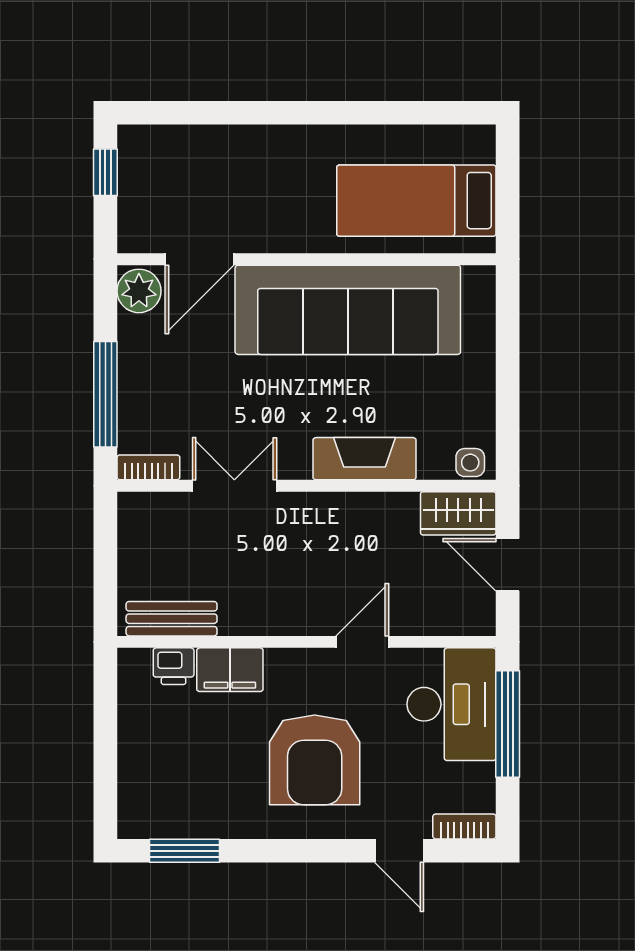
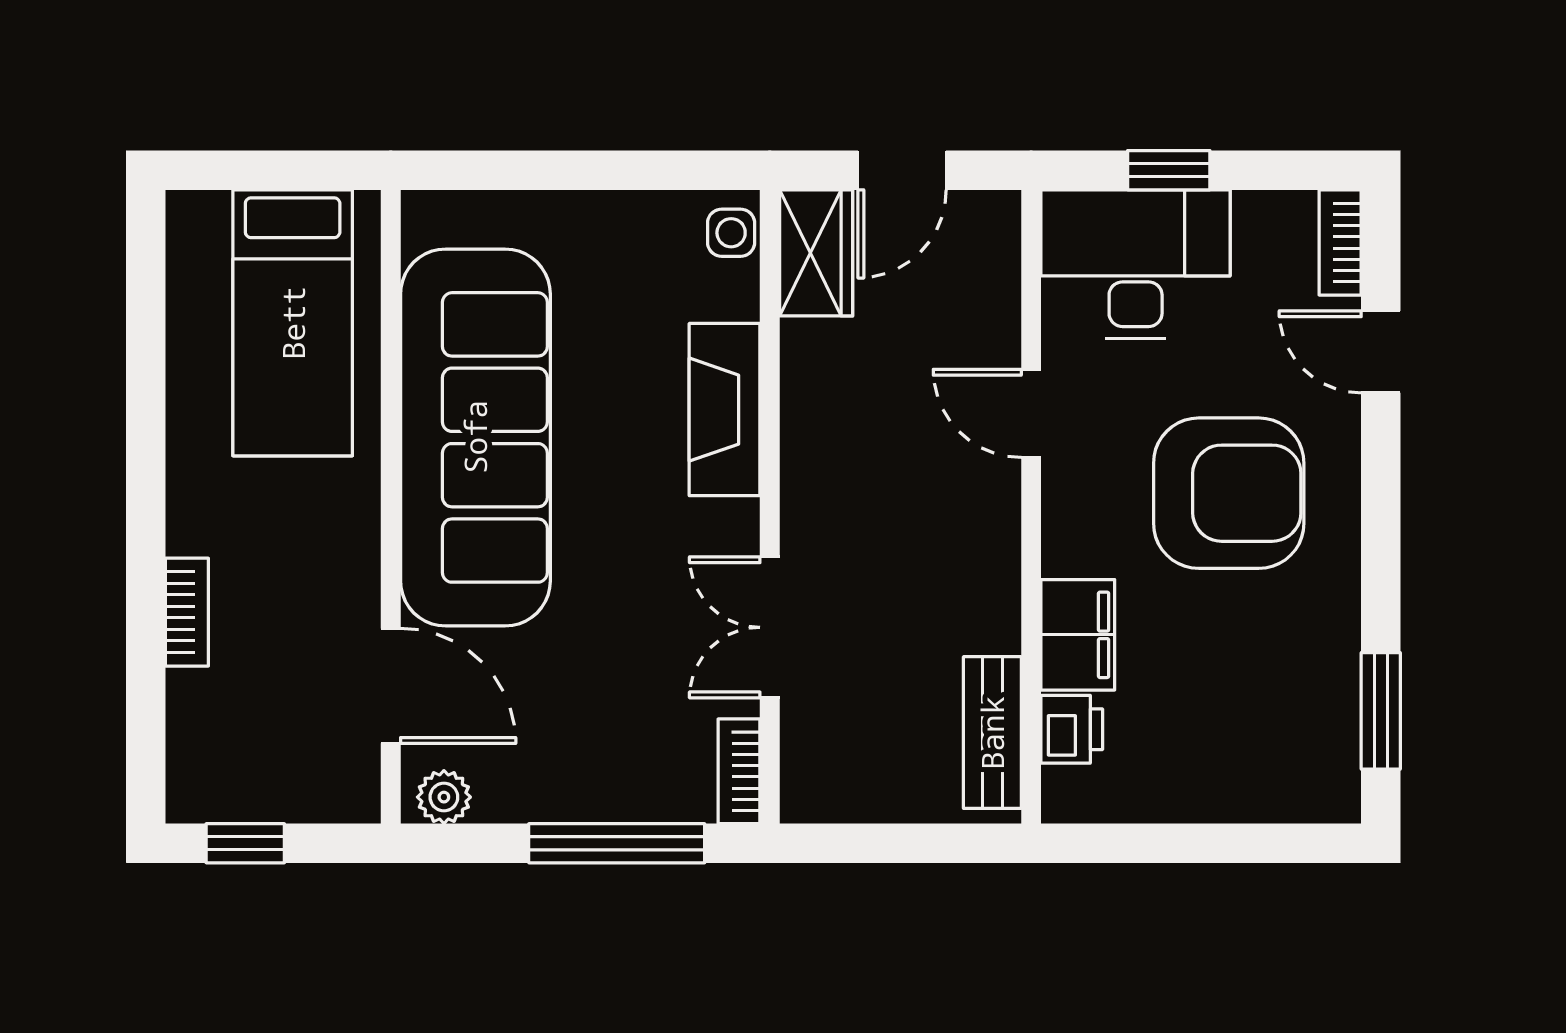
bookcase: (244, 137) -> (187, 612), added
plant: (139, 291) -> (444, 797), width x0.73, depth x0.73
window: (508, 724) -> (1169, 170), width x0.46
door: (399, 851) -> (1381, 352), swing flipped

